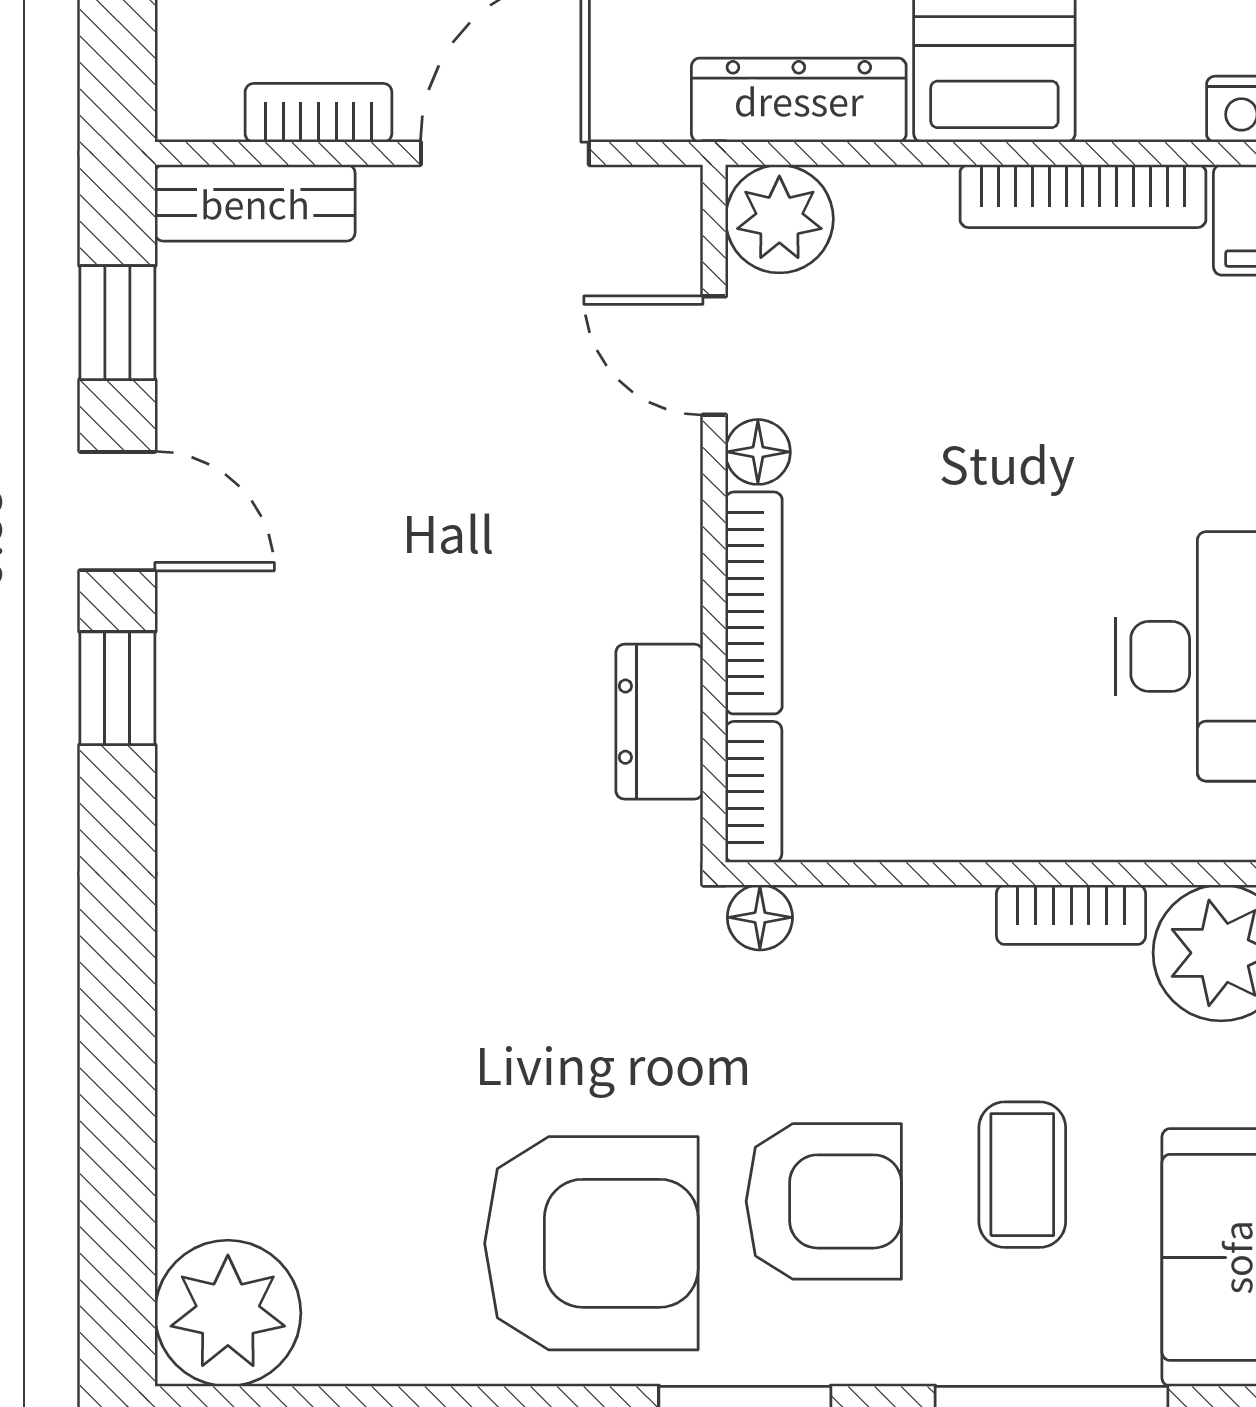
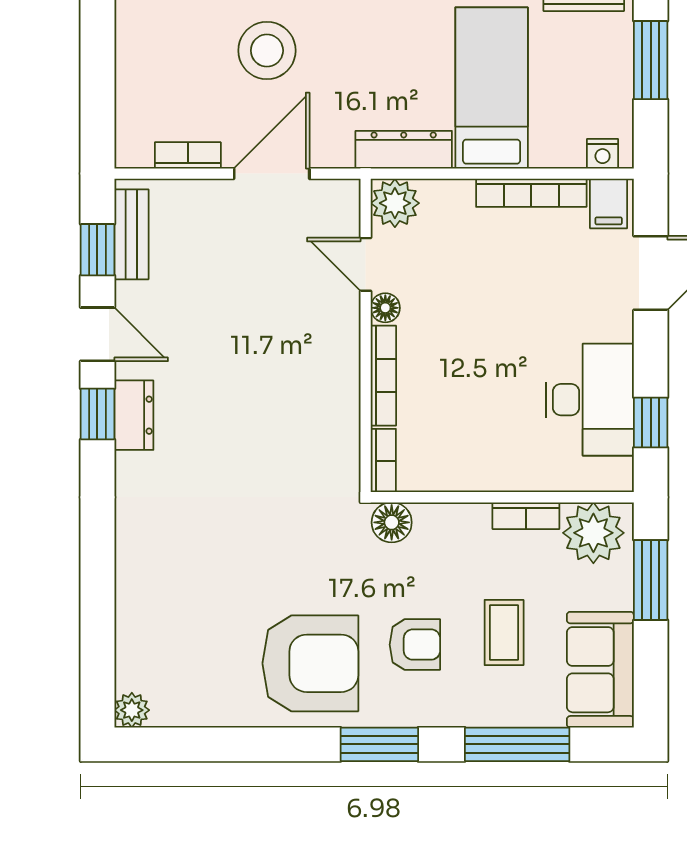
bench: (255, 203) -> (131, 234), moved, turned 90
dresser: (659, 722) -> (134, 415), moved, turned 180
floor lamp: (760, 917) -> (392, 522), width x1.37, depth x1.37
armchair: (824, 1201) -> (415, 645), width x0.72, depth x0.72
plant: (228, 1313) -> (132, 710), width x0.53, depth x0.53

